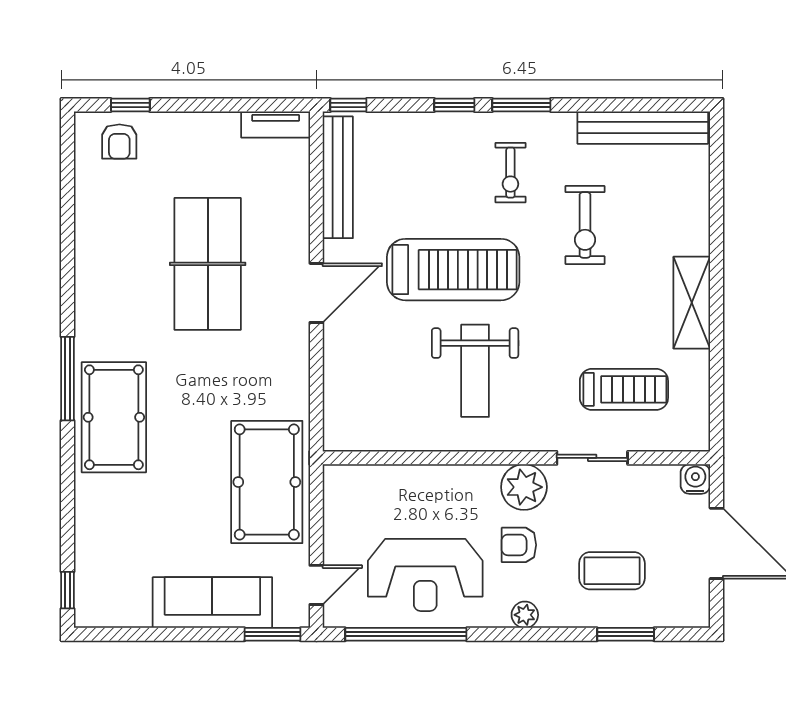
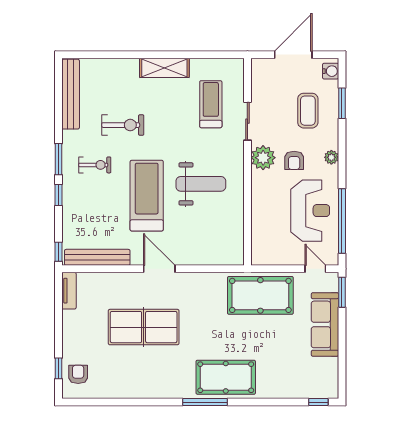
armchair: (119, 141) -> (78, 374), turned -90
water cooler: (695, 479) -> (331, 71), moved, turned 180

